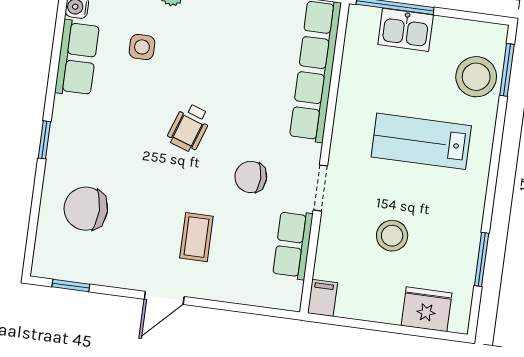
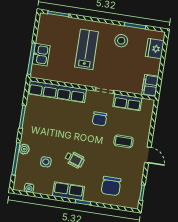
row of seats: (77, 58) -> (68, 191), moved
stool: (476, 77) -> (61, 26), removed
wheelchair: (189, 128) -> (75, 159), moved
lab bench: (421, 141) -> (87, 49), turned 180
stool: (392, 236) -> (121, 41), moved
filing cabinet: (322, 298) -> (150, 86), width x2.00

